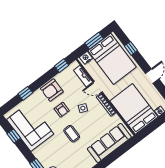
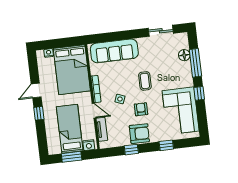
window: (131, 48) -> (39, 113), moved
bed: (112, 59) -> (70, 129), width x0.67
window: (62, 66) -> (131, 150), moved
window: (14, 136) -> (199, 93), moved

